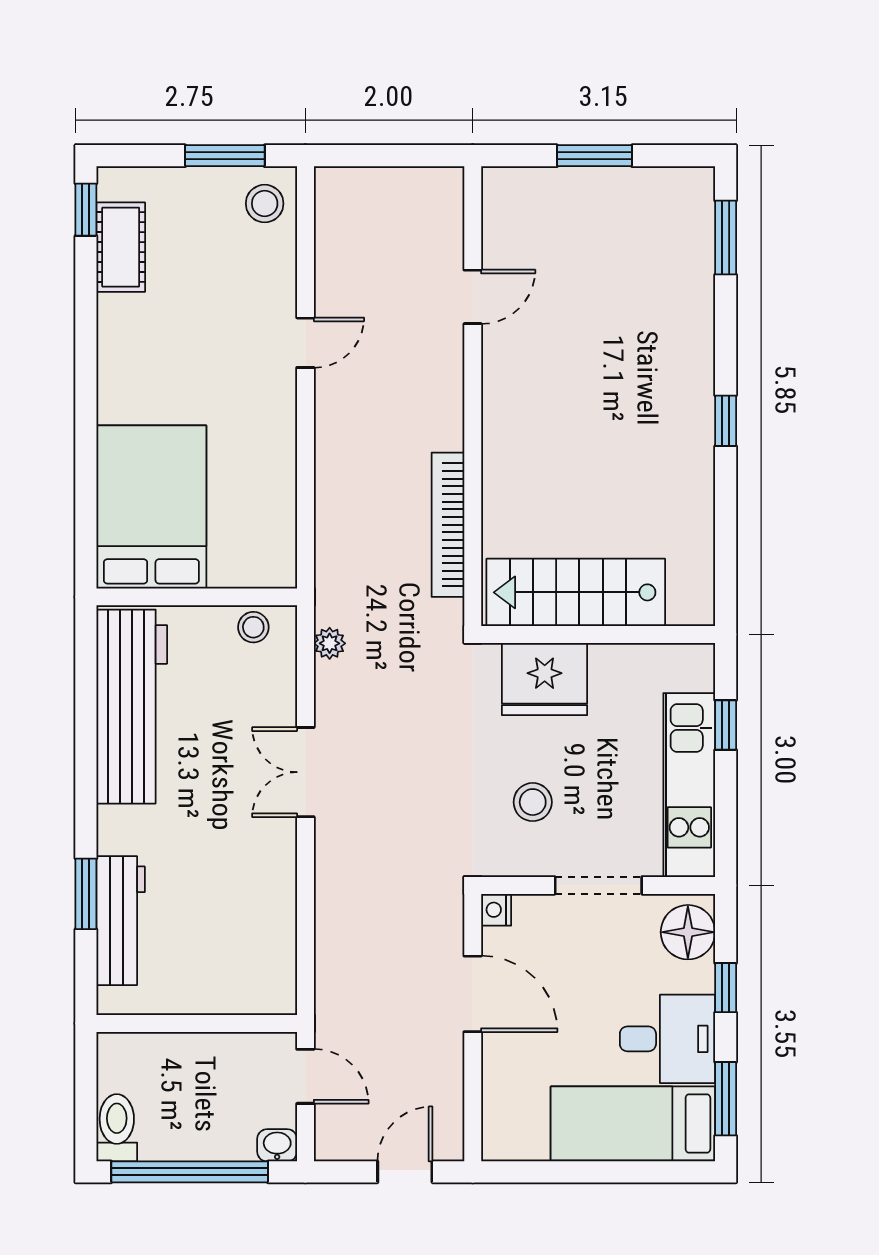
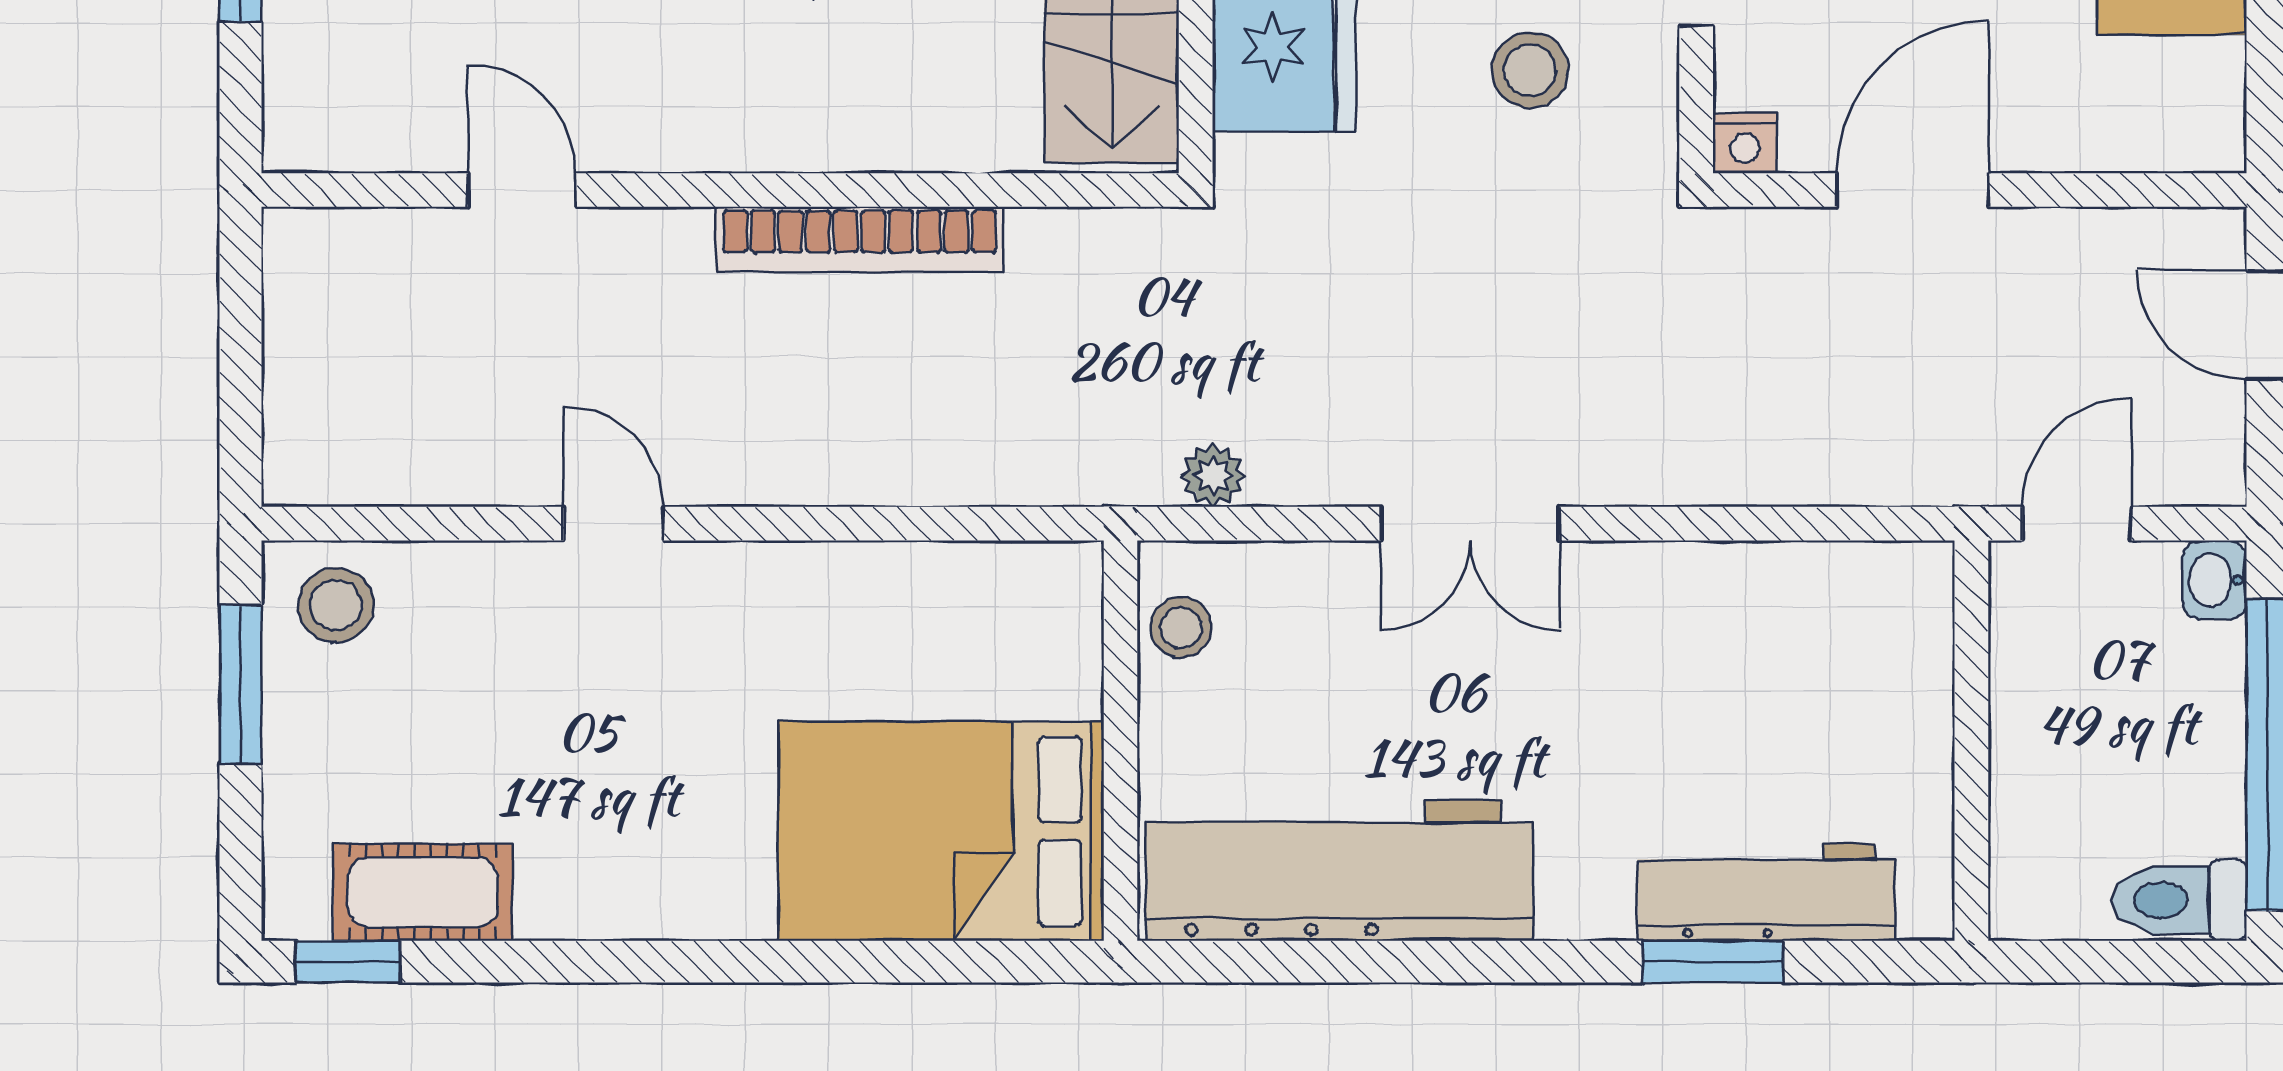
bookcase: (448, 525) -> (860, 239), moved

